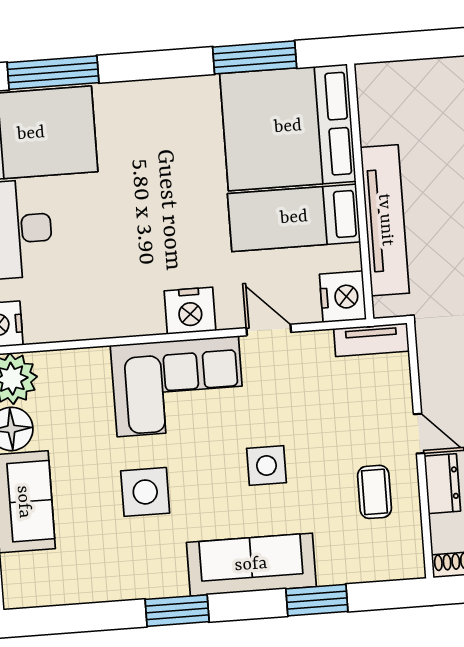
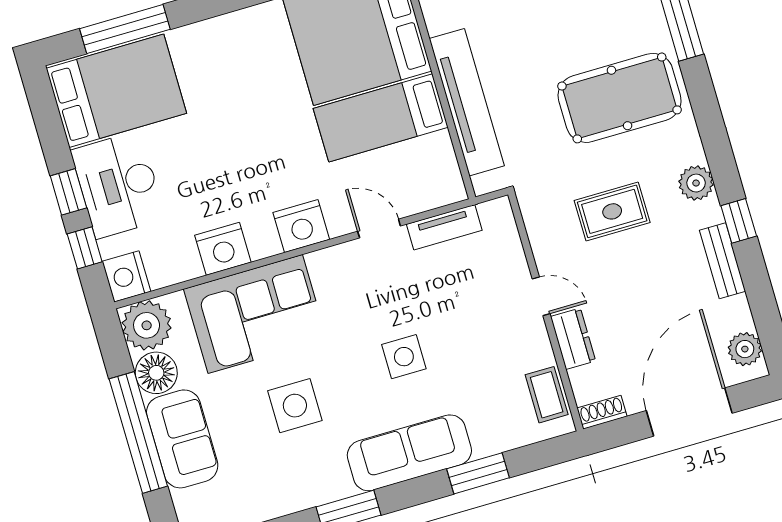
nightstand: (343, 297) -> (223, 249), moved, turned 90
tv unit: (371, 340) -> (444, 227), moved
corner sofa: (178, 386) -> (255, 314), moved
coffee table: (374, 492) -> (547, 395), moved

